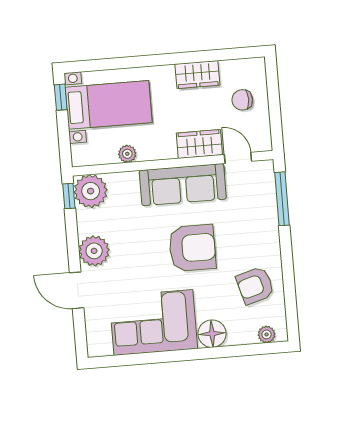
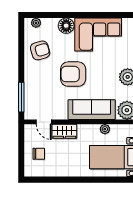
wardrobe: (197, 75) -> (62, 170), removed
sofa: (183, 185) -> (92, 110), moved

